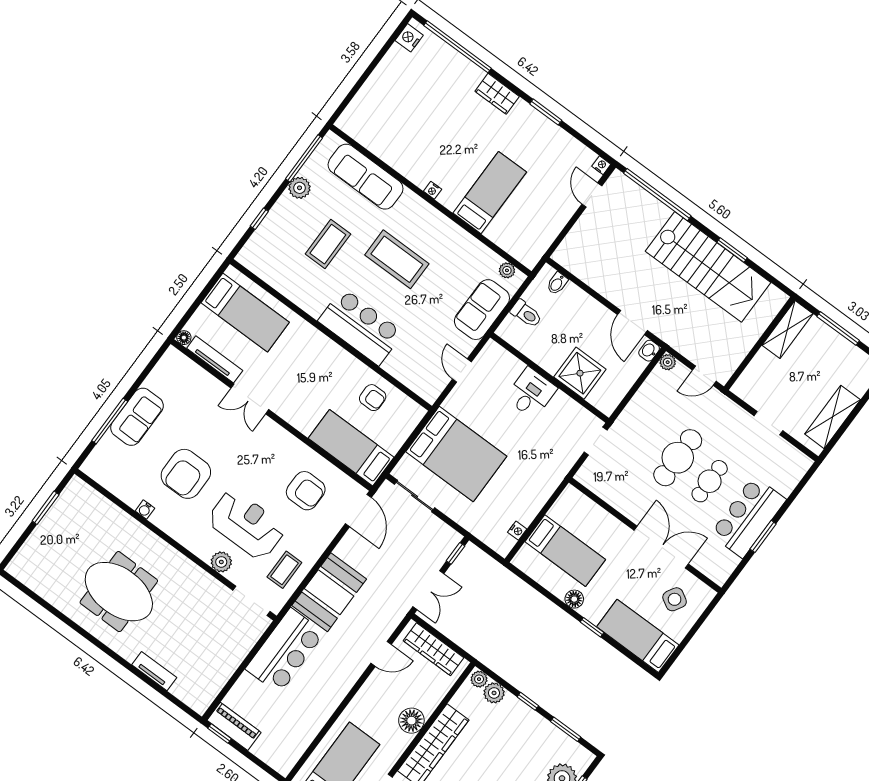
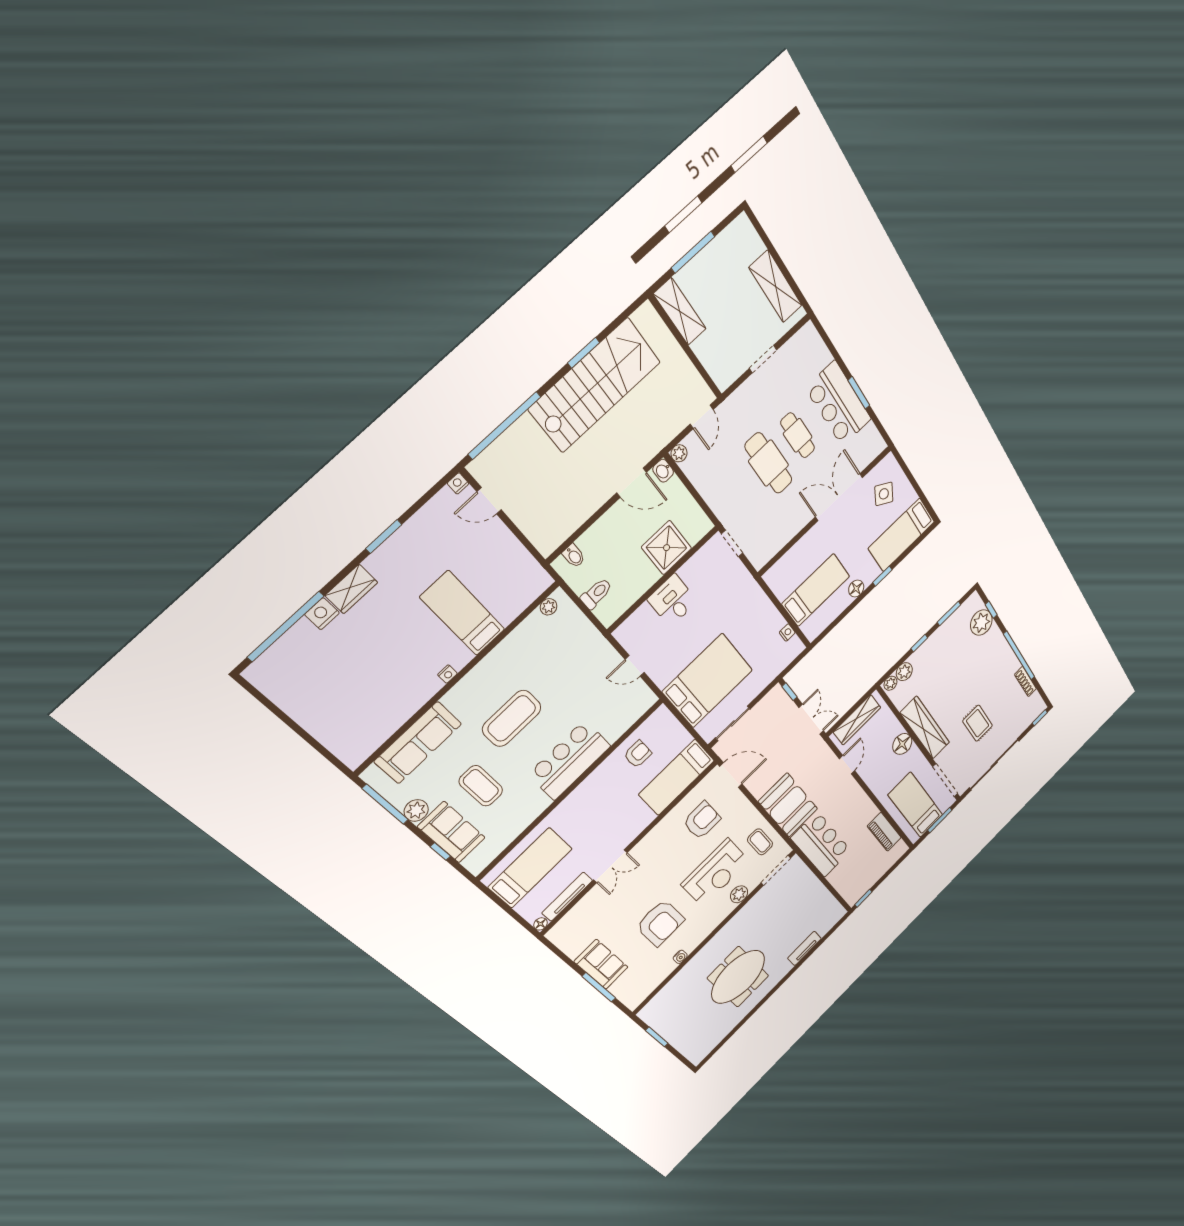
nightstand: (409, 38) -> (322, 614), moved, turned 90
sofa: (482, 310) -> (451, 832), moved, turned 180
reception desk: (246, 524) -> (715, 873), turned 180
piano: (234, 726) -> (884, 832), moved, turned -90

